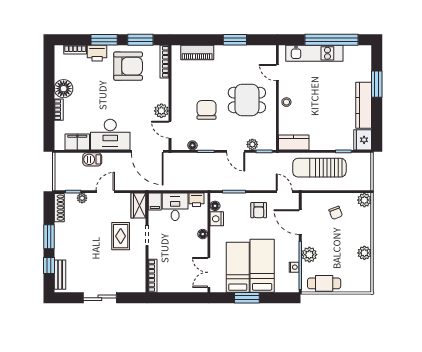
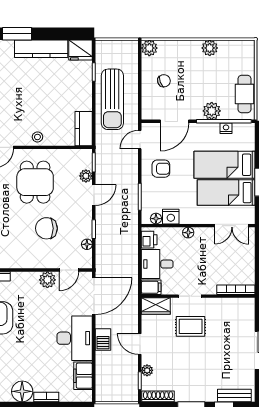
barbecue: (92, 159) -> (103, 339), moved

